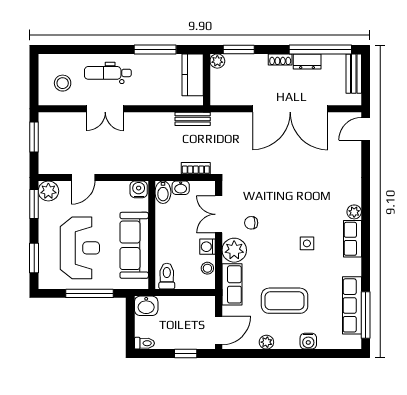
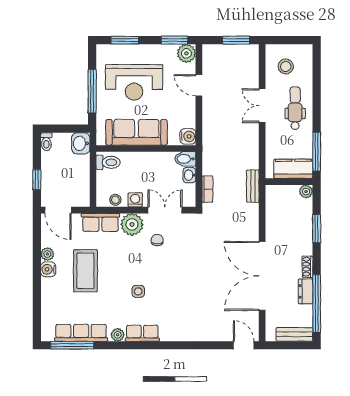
plant: (217, 61) -> (306, 191), moved
kitchen counter: (193, 75) -> (293, 169), moved
wall: (207, 80) -> (289, 182), moved
plant: (354, 212) -> (118, 335), moved
water cooler: (308, 341) -> (48, 269), moved

